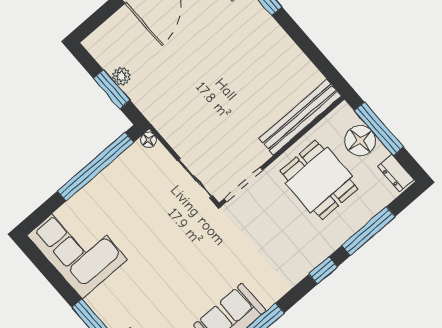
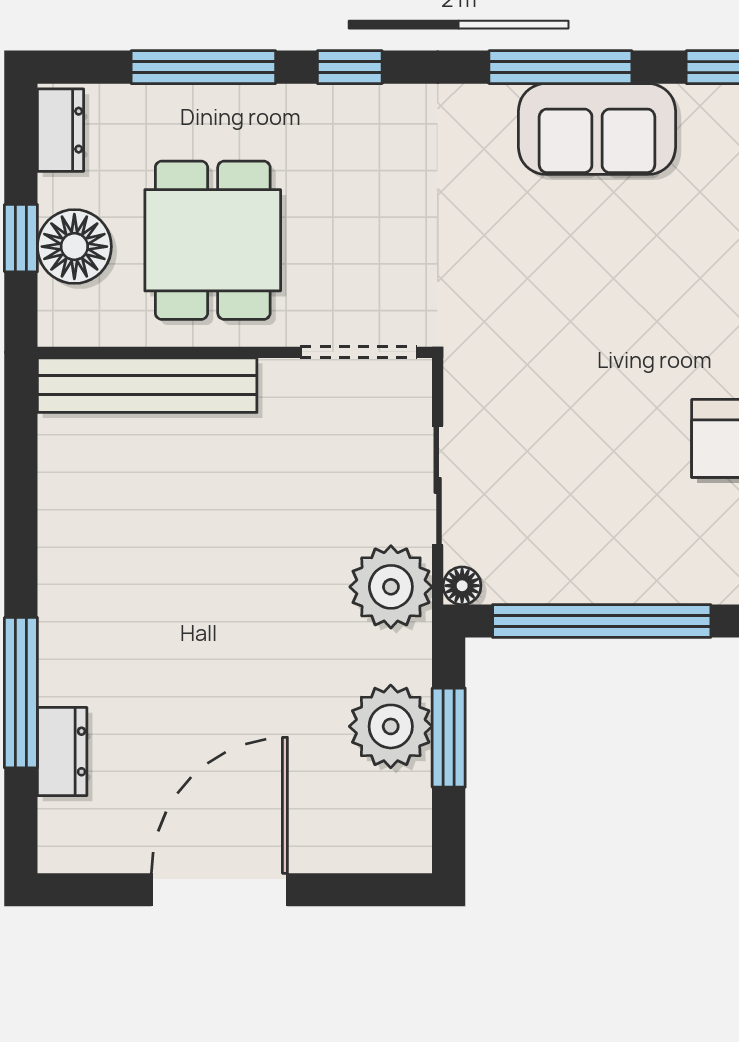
plant: (121, 76) -> (391, 726), width x1.87, depth x1.87
plant: (170, 120) -> (391, 587), added
window: (379, 129) -> (21, 238), width x0.46
sliding door: (195, 178) -> (438, 485), moved

